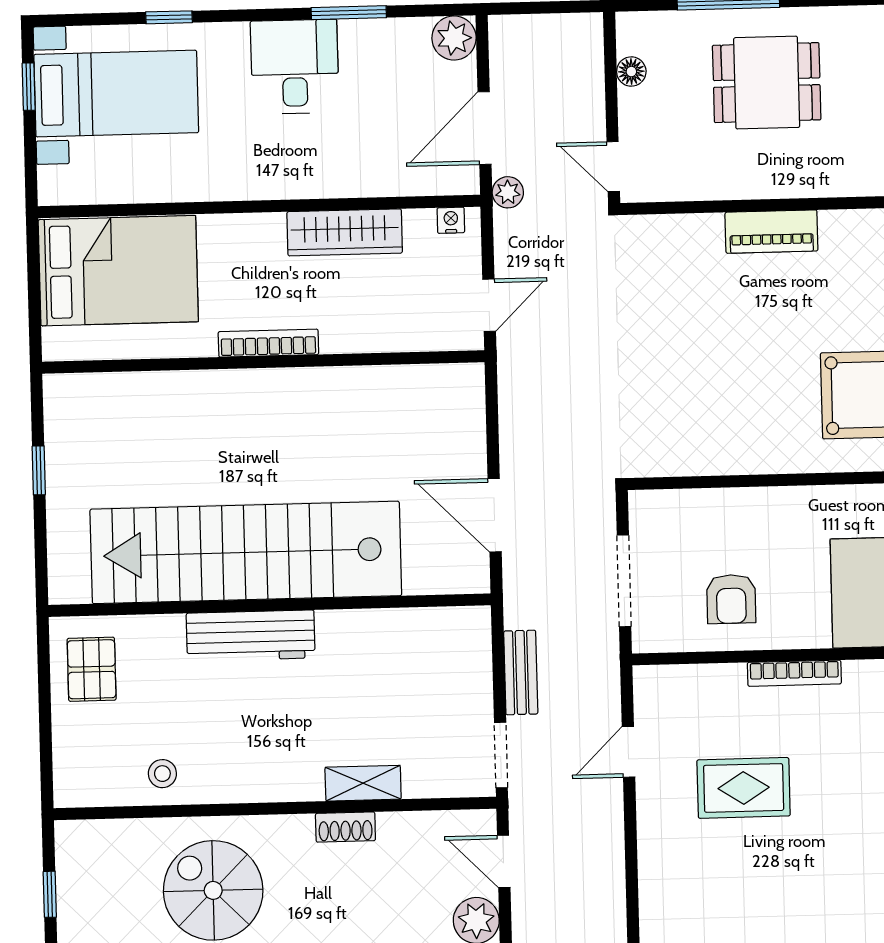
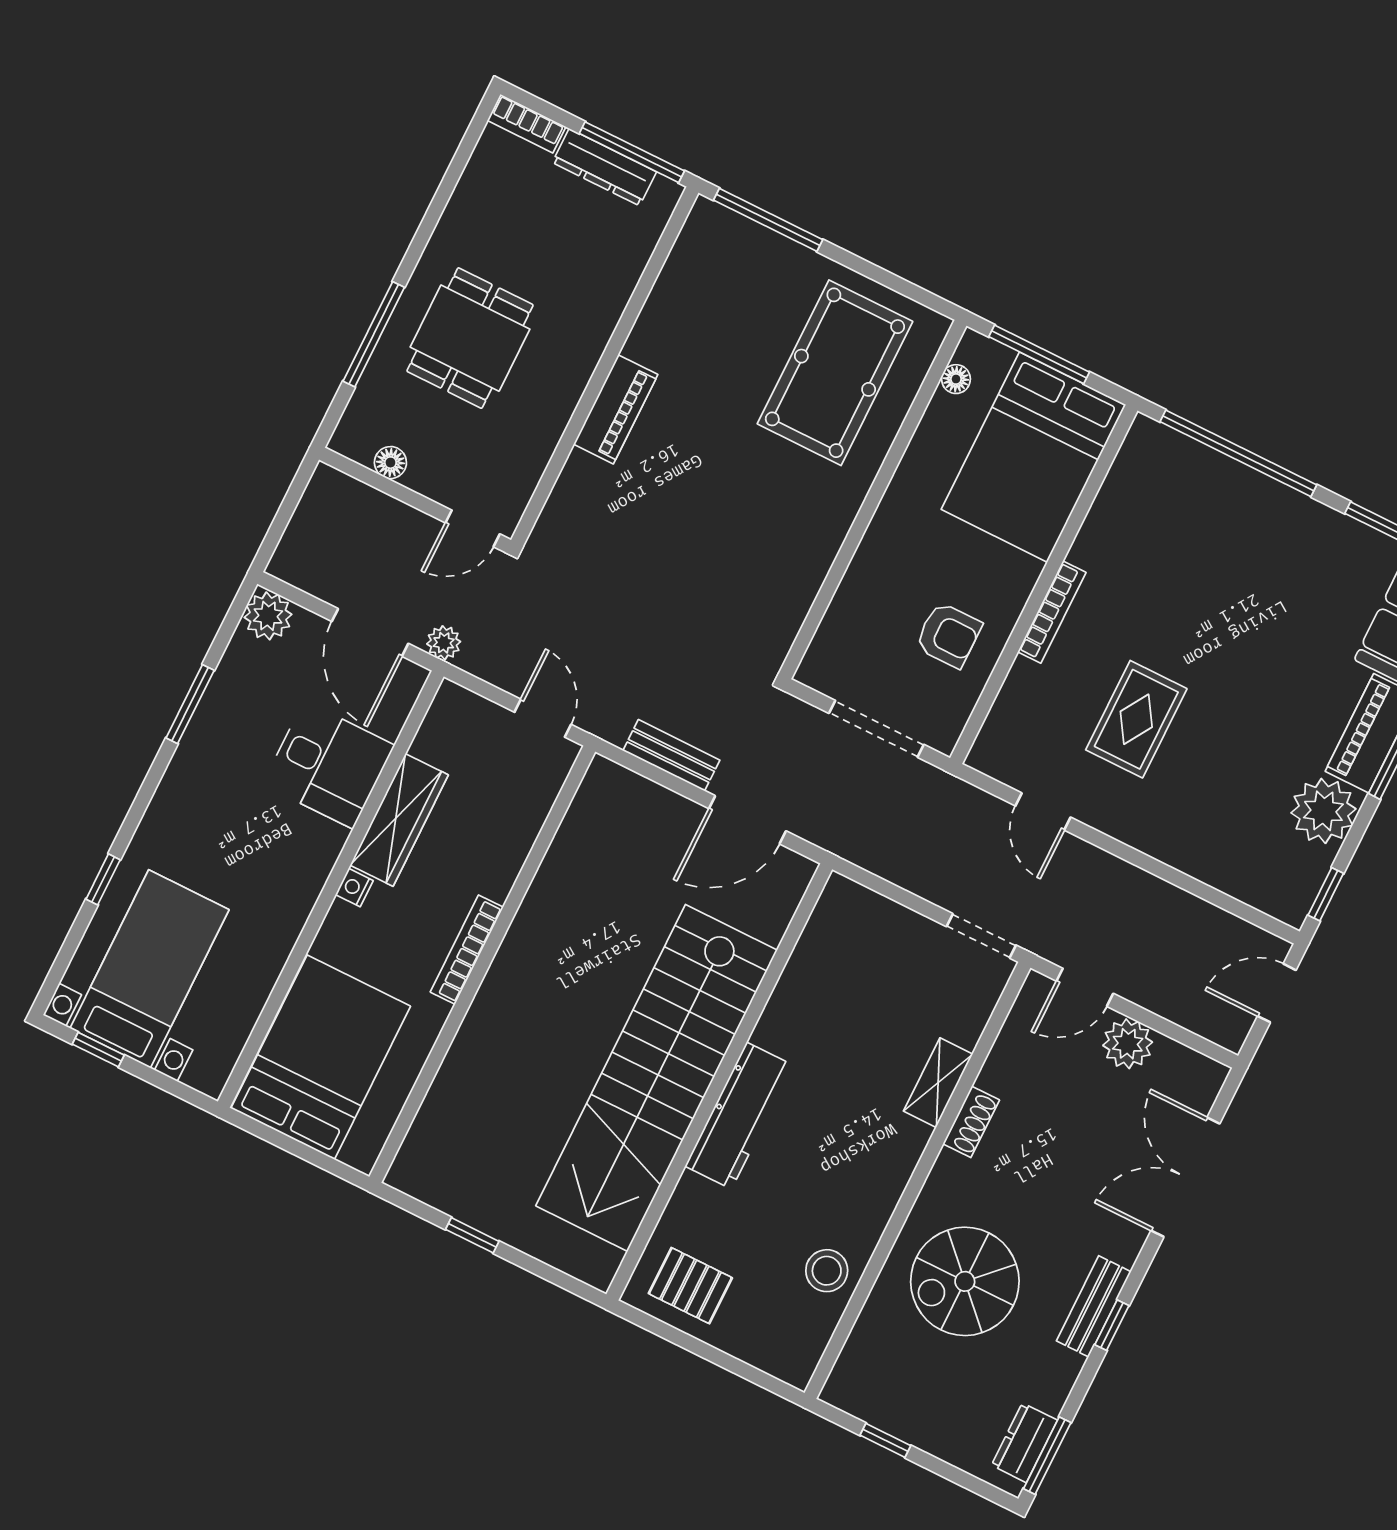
desk: (295, 67) -> (329, 765), moved, turned 180
nightstand: (451, 220) -> (354, 888), moved
bench: (521, 672) -> (671, 755), moved
stool: (162, 774) -> (827, 1271), width x1.37, depth x1.37

